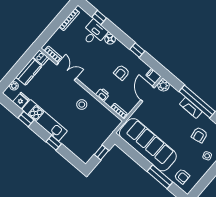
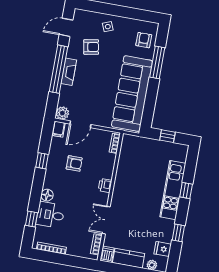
printer: (103, 95) -> (105, 185), moved
stool: (82, 105) -> (130, 185), removed
kitchen unit: (45, 120) -> (173, 190), moved

